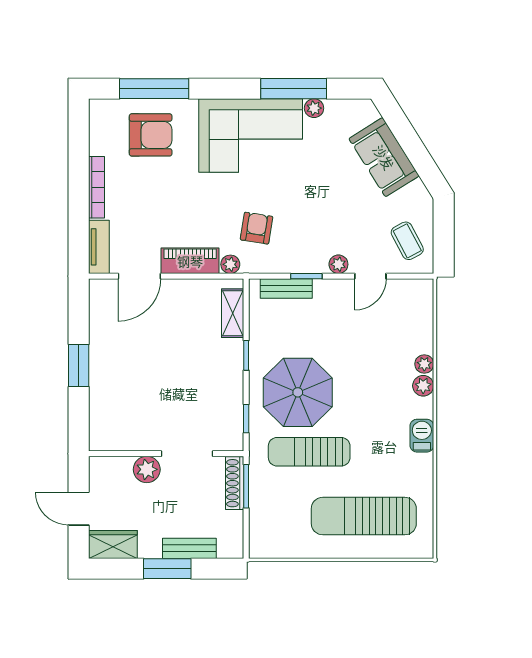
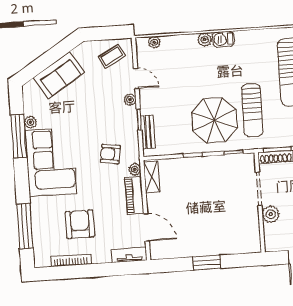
armchair: (151, 135) -> (80, 224), moved
bookcase: (97, 187) -> (71, 260), moved
shelving: (233, 313) -> (152, 177), moved, turned 90
plant: (424, 364) -> (154, 42), moved
barbecue: (422, 436) -> (223, 39), moved

